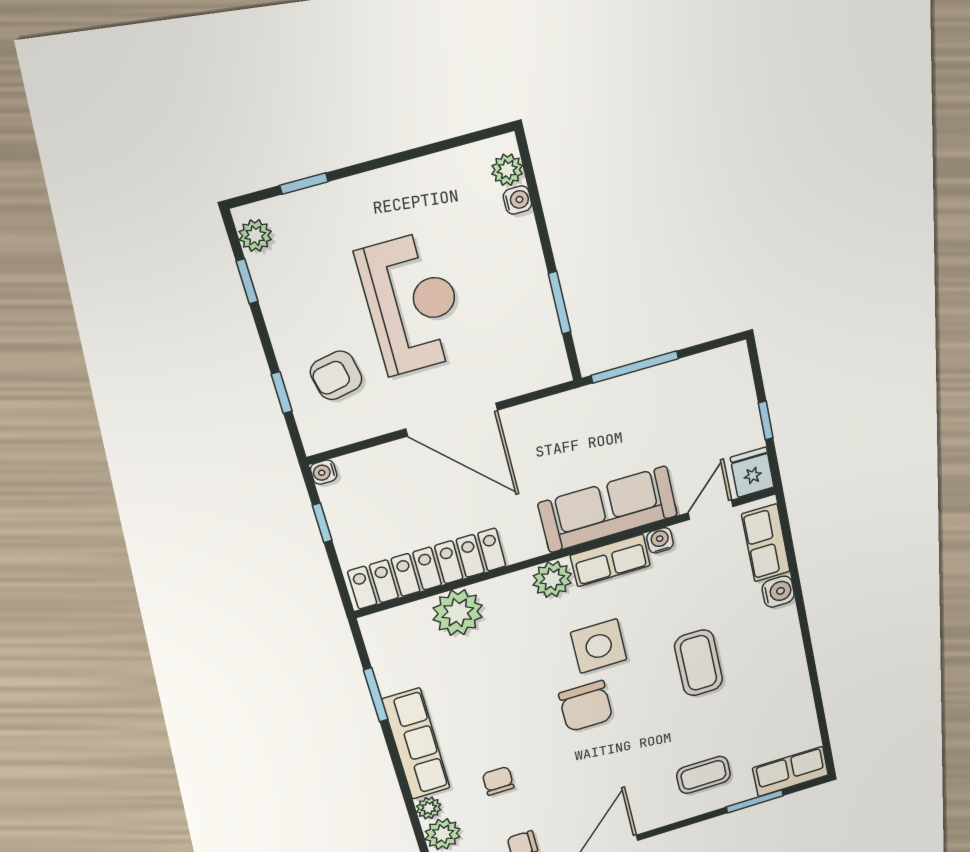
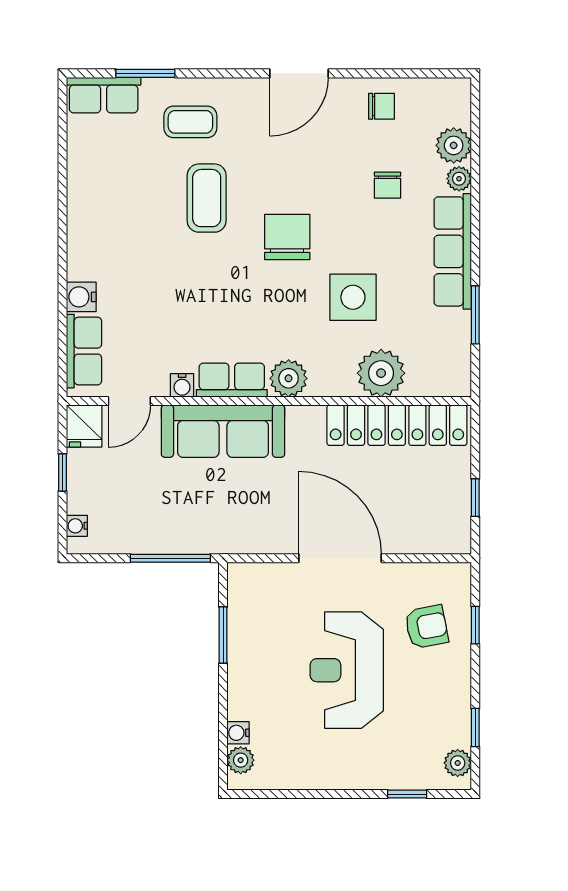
water cooler: (324, 472) -> (77, 526), moved, turned 180
side table: (599, 646) -> (353, 297), moved
coffee table: (699, 663) -> (207, 198), moved

